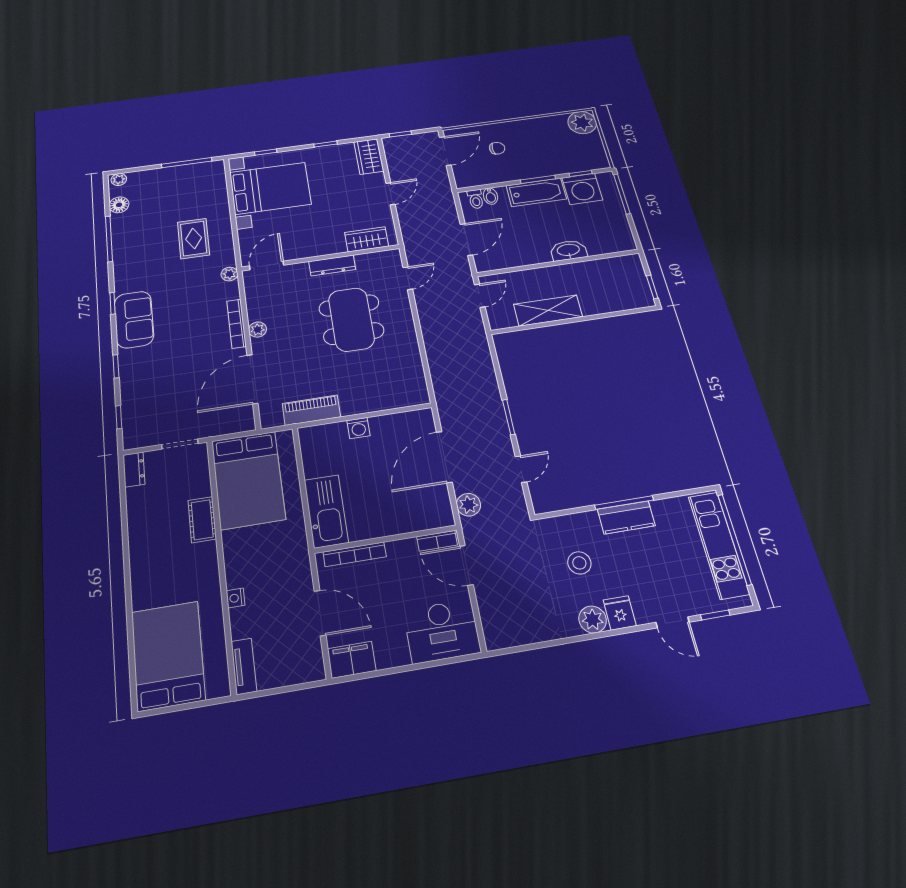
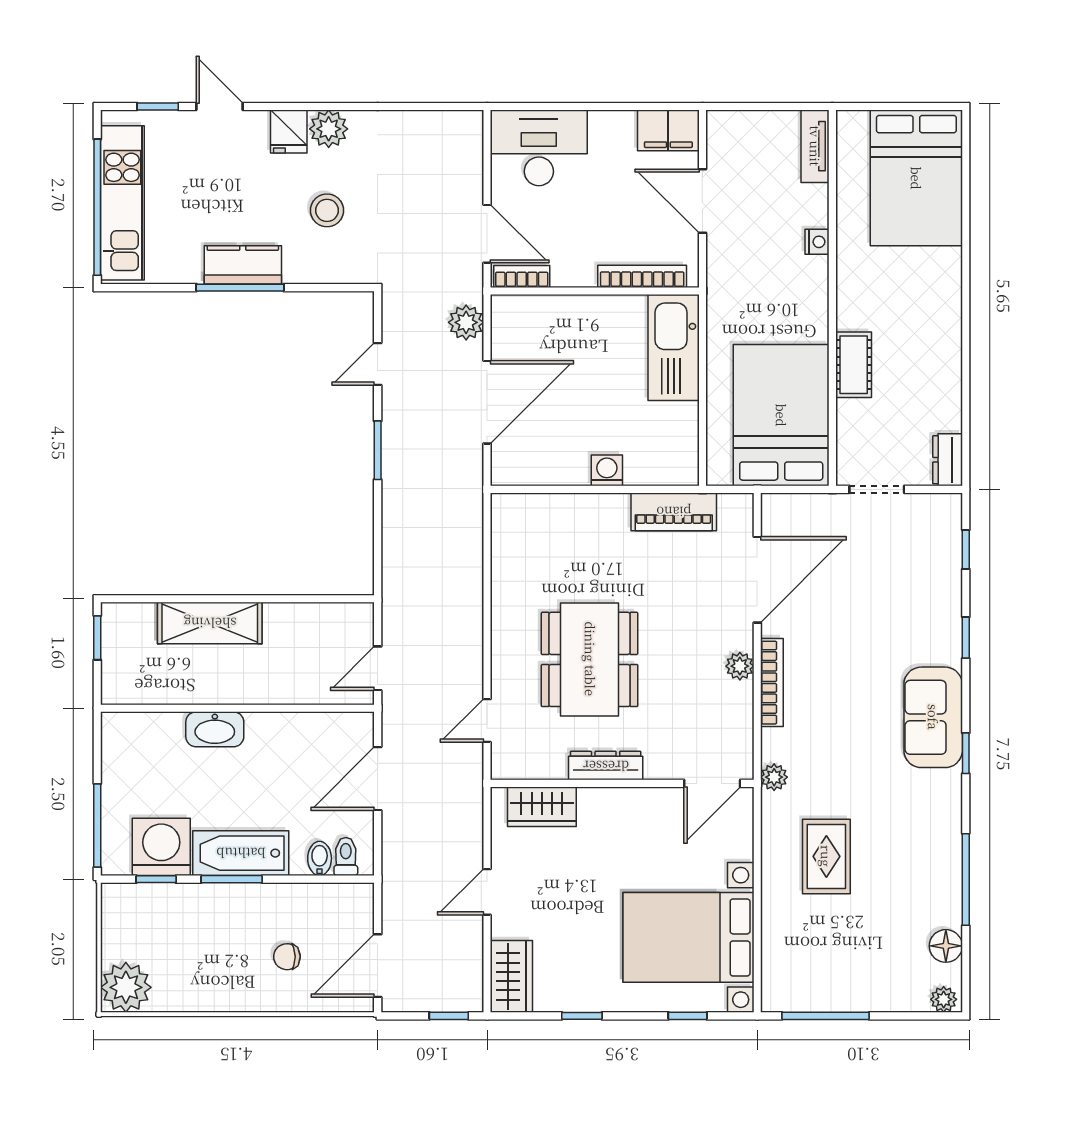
shelving: (548, 310) -> (210, 623), moved

